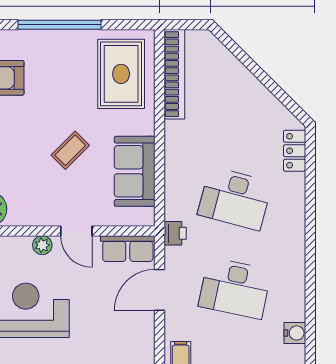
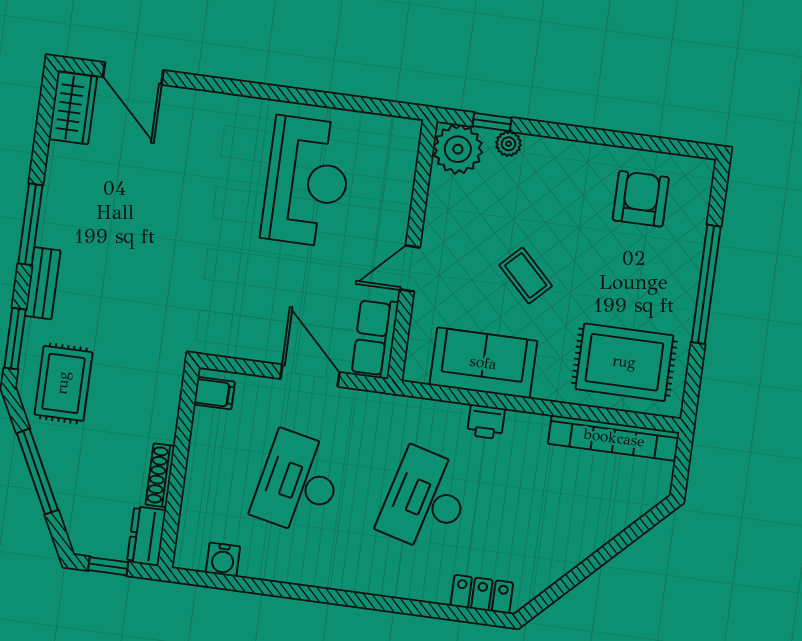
printer: (175, 233) -> (486, 422), moved
plant: (42, 245) -> (396, 218), removed

